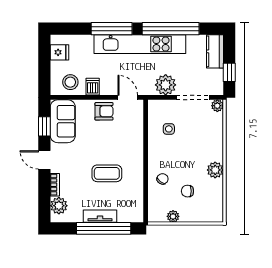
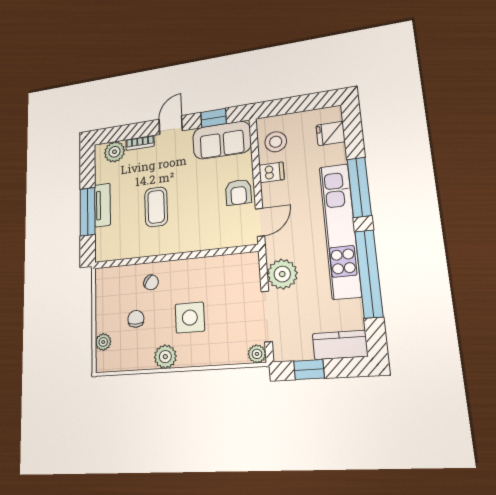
fridge: (59, 52) -> (330, 133), moved, turned 90
side table: (169, 129) -> (190, 318), moved, width x1.87, depth x1.87
plant: (173, 216) -> (103, 342), moved
window: (104, 228) -> (88, 212), width x0.68

